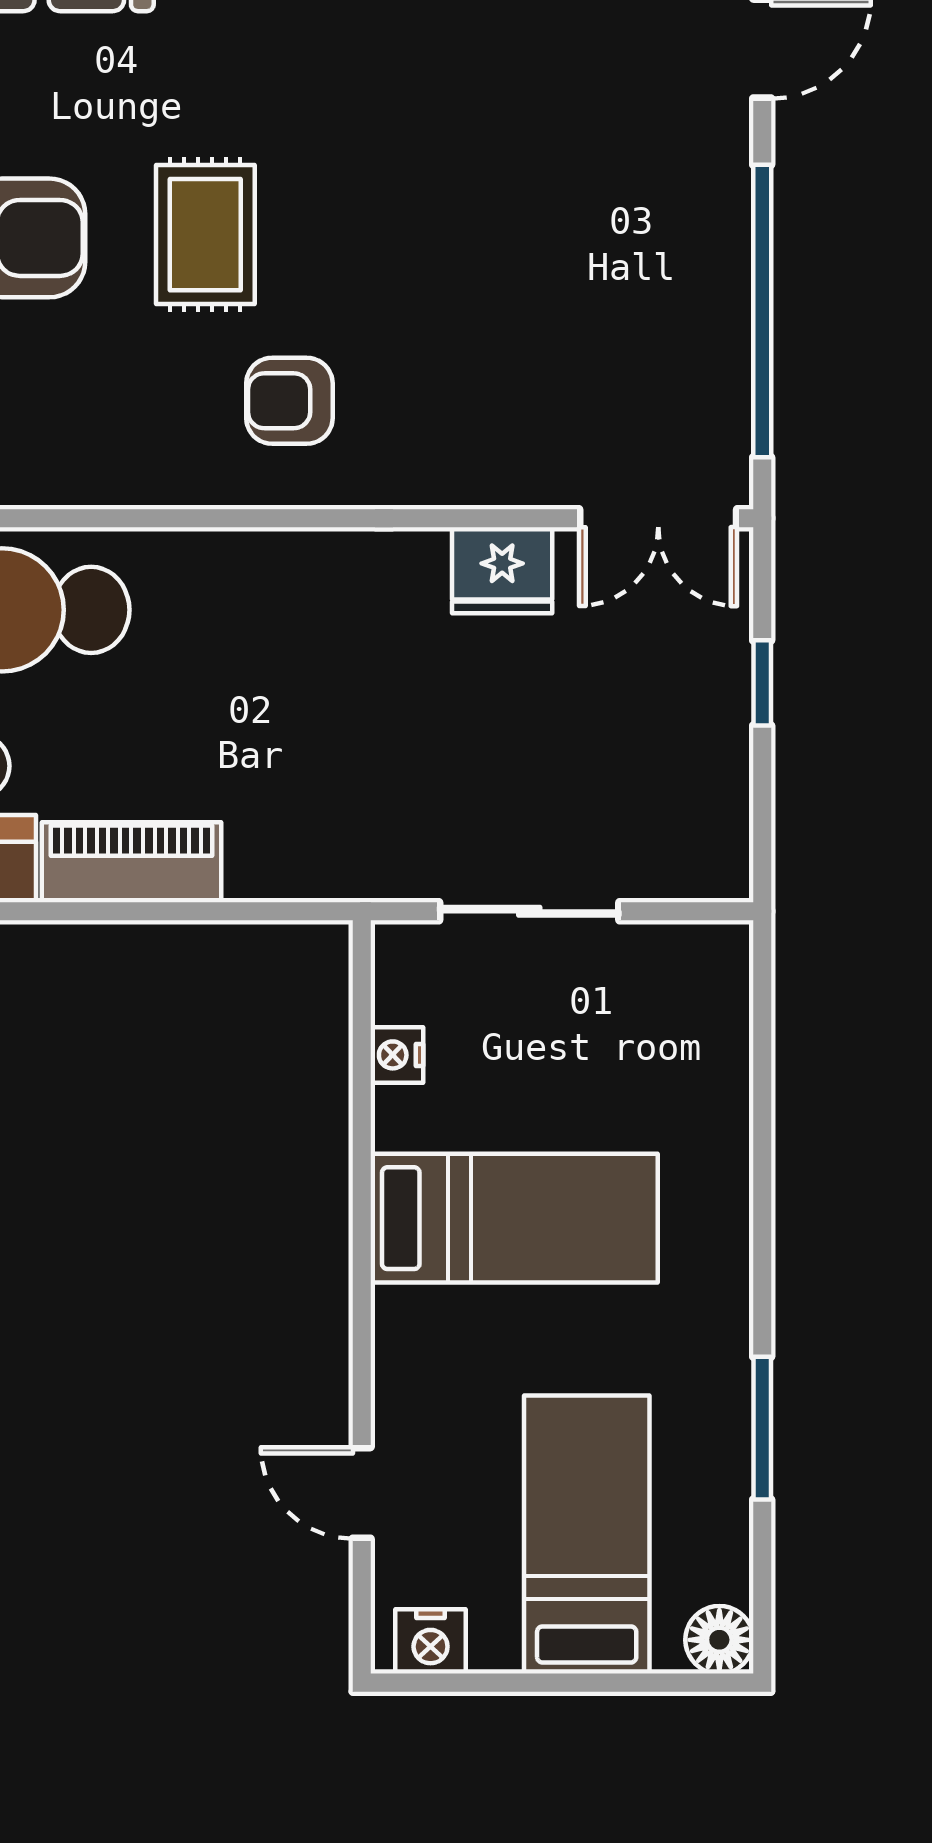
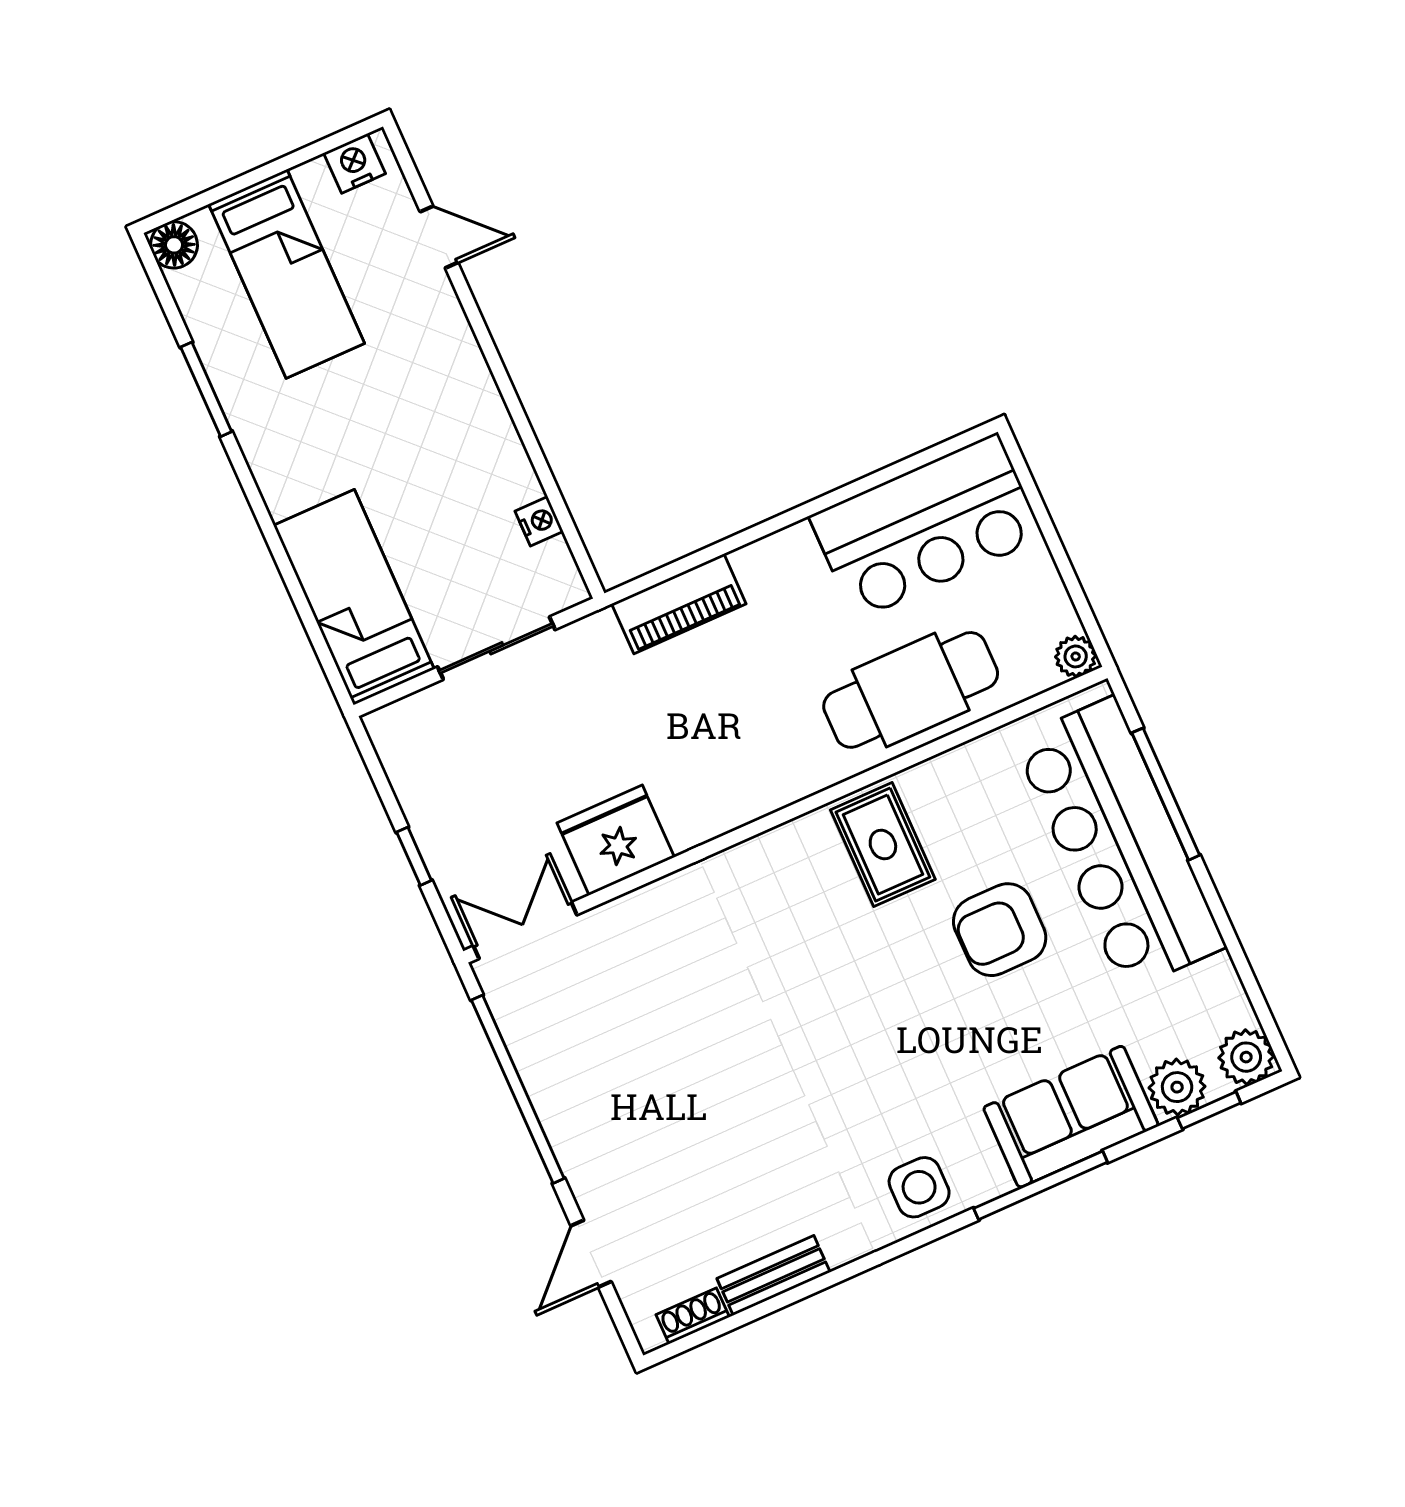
rug: (205, 235) -> (883, 845), moved
armchair: (289, 401) -> (789, 901), removed
fridge: (502, 570) -> (616, 840), width x1.36, depth x1.34
piano: (131, 862) -> (679, 604), moved
bed: (514, 1218) -> (354, 597), moved, turned 90

